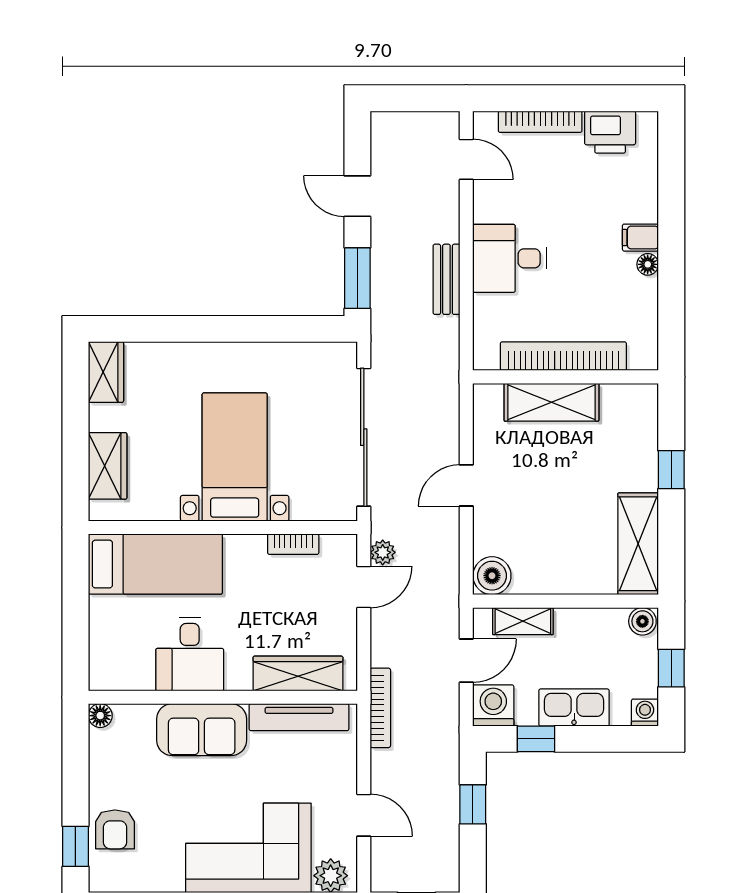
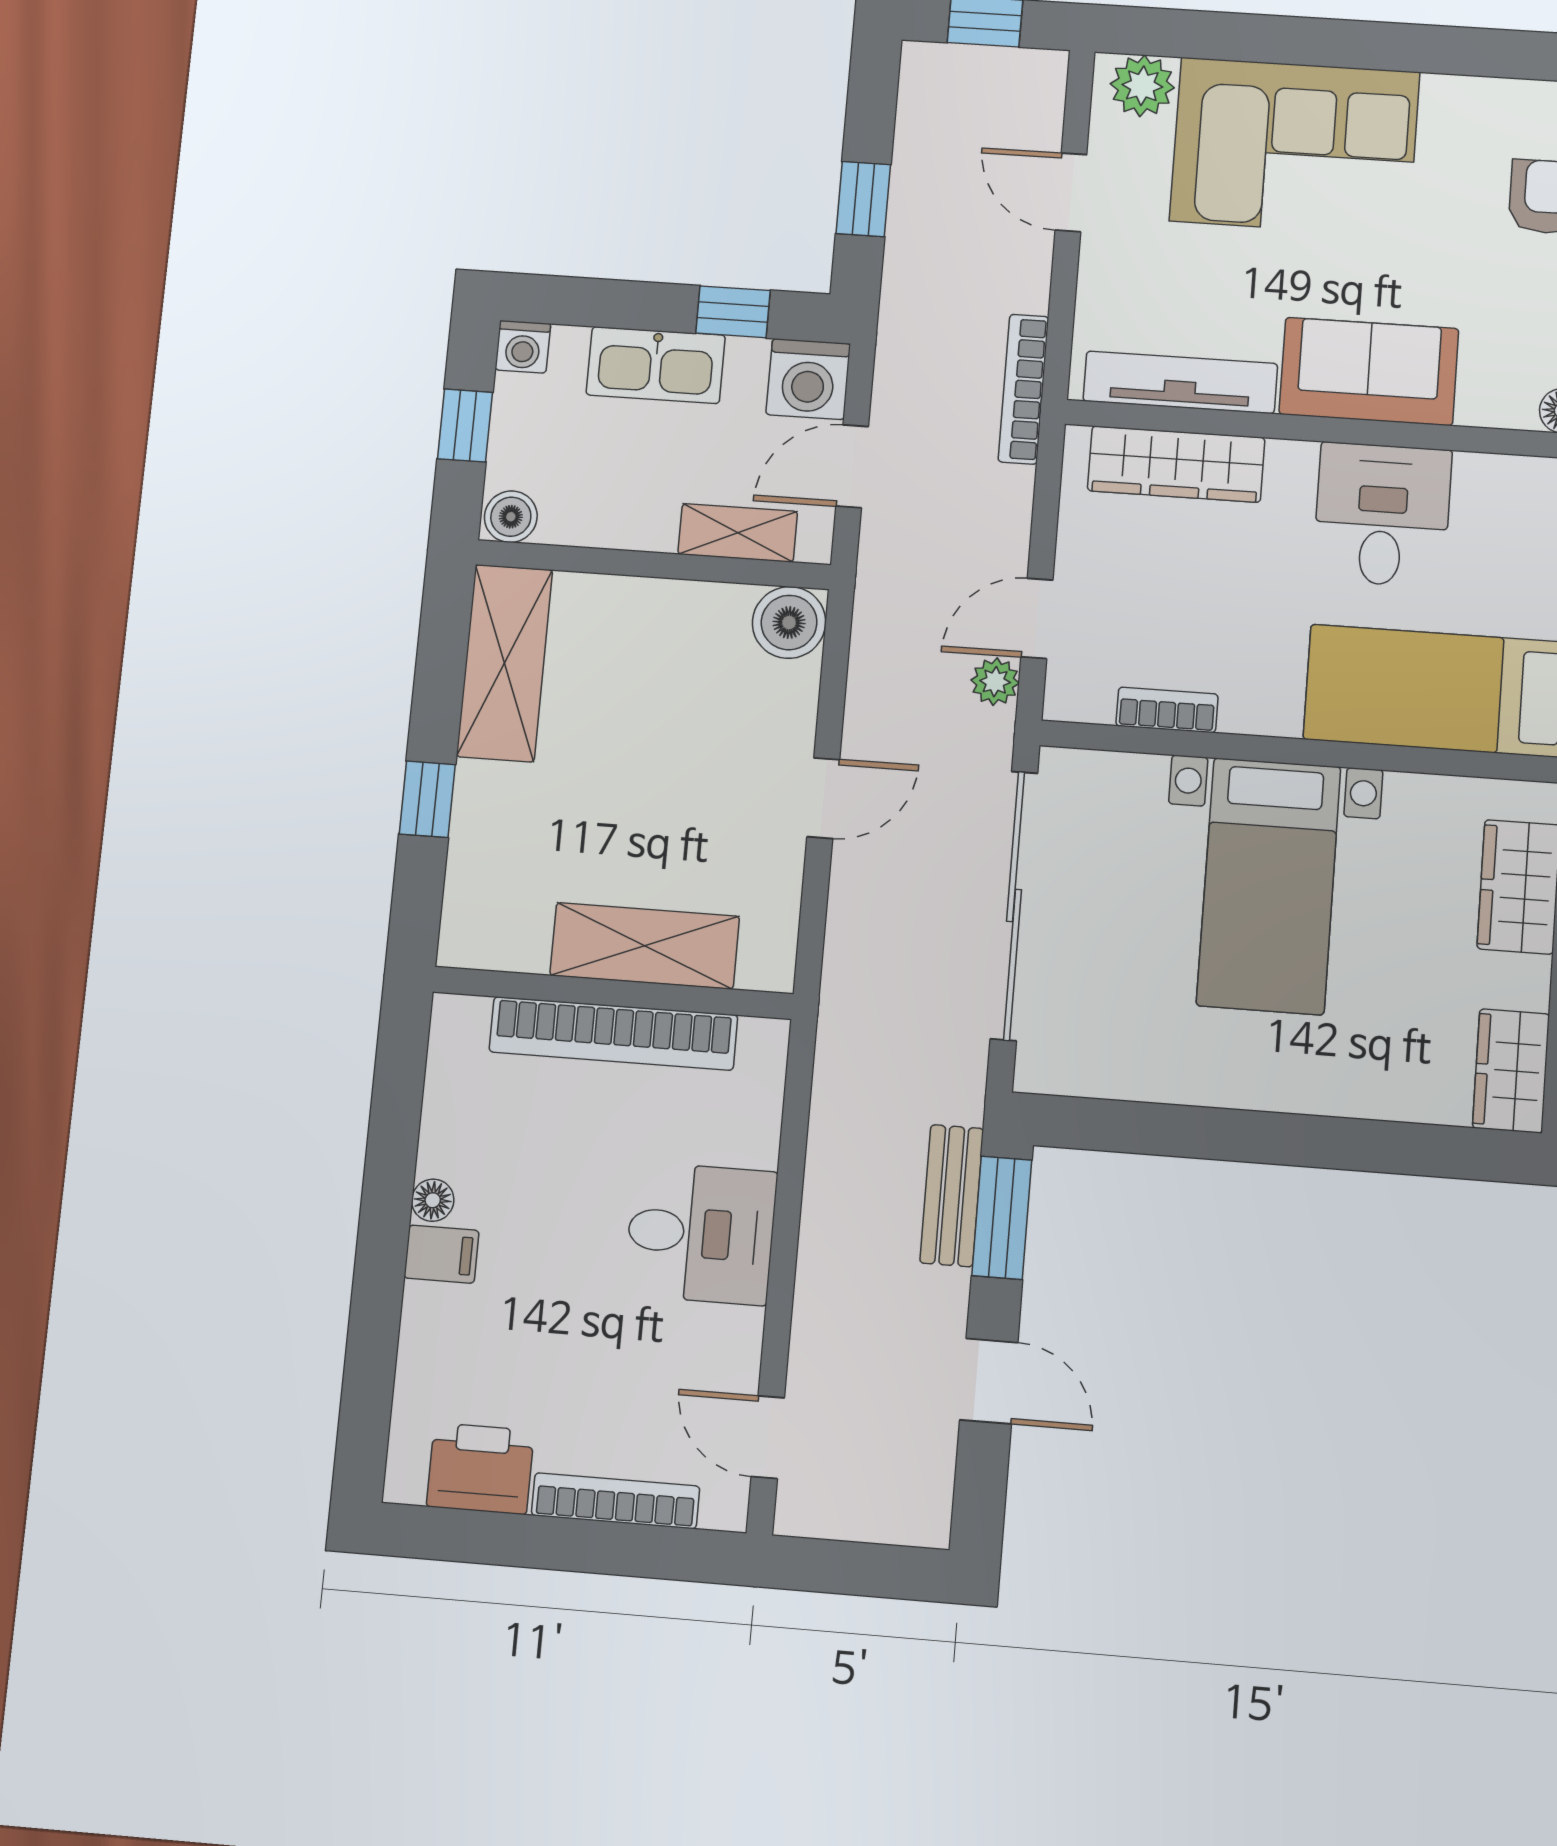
bench: (446, 279) -> (952, 1196), moved

